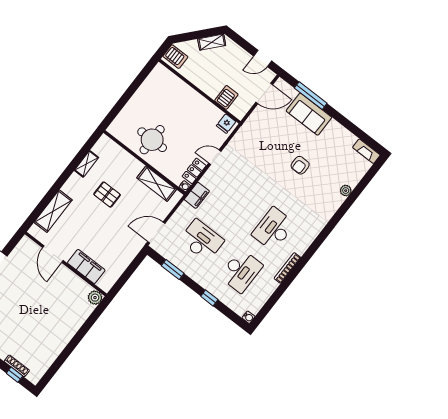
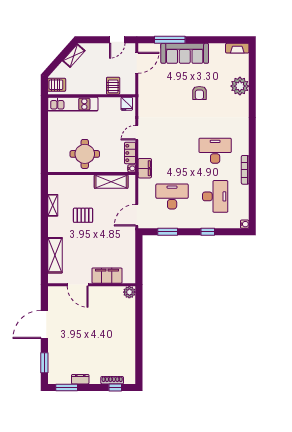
kitchen unit: (176, 86) -> (73, 104), added
sofa: (309, 114) -> (185, 53), width x1.36
plant: (346, 191) -> (240, 86), width x1.88, depth x1.88
desk: (273, 229) -> (215, 151), turned 90

